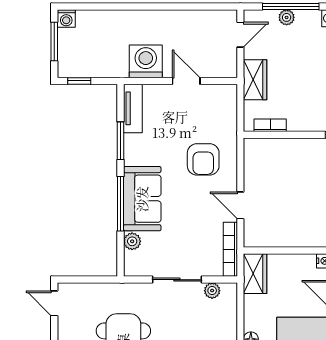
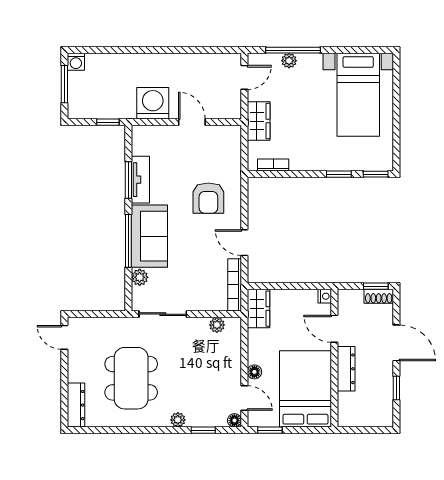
window: (79, 81) -> (108, 122), moved
tv unit: (133, 108) -> (140, 180), moved
sliding door: (177, 280) -> (163, 314), moved

